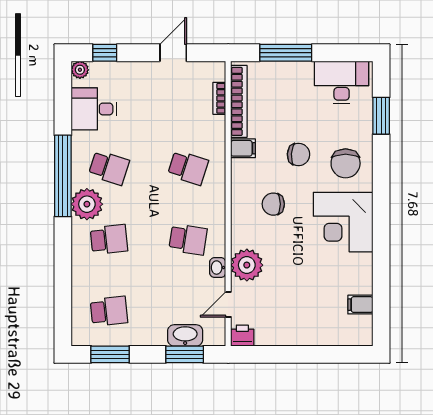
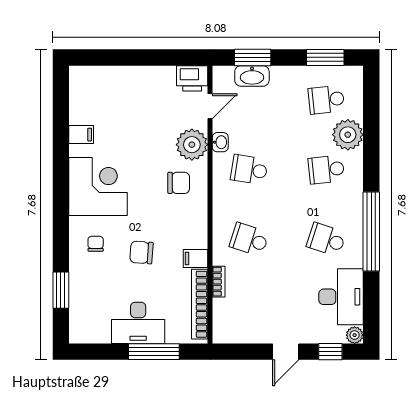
door: (173, 53) -> (286, 352), moved
desk: (342, 82) -> (138, 323), moved
bookcase: (219, 98) -> (219, 282), moved
desk: (94, 109) -> (341, 297), width x1.37
chair: (346, 163) -> (96, 244), width x0.54, depth x0.54
plant: (87, 204) -> (348, 135), moved
chair: (273, 204) -> (179, 183), moved
filing cabinet: (360, 305) -> (81, 135), moved
printer: (242, 336) -> (192, 78), width x1.36, depth x1.24

